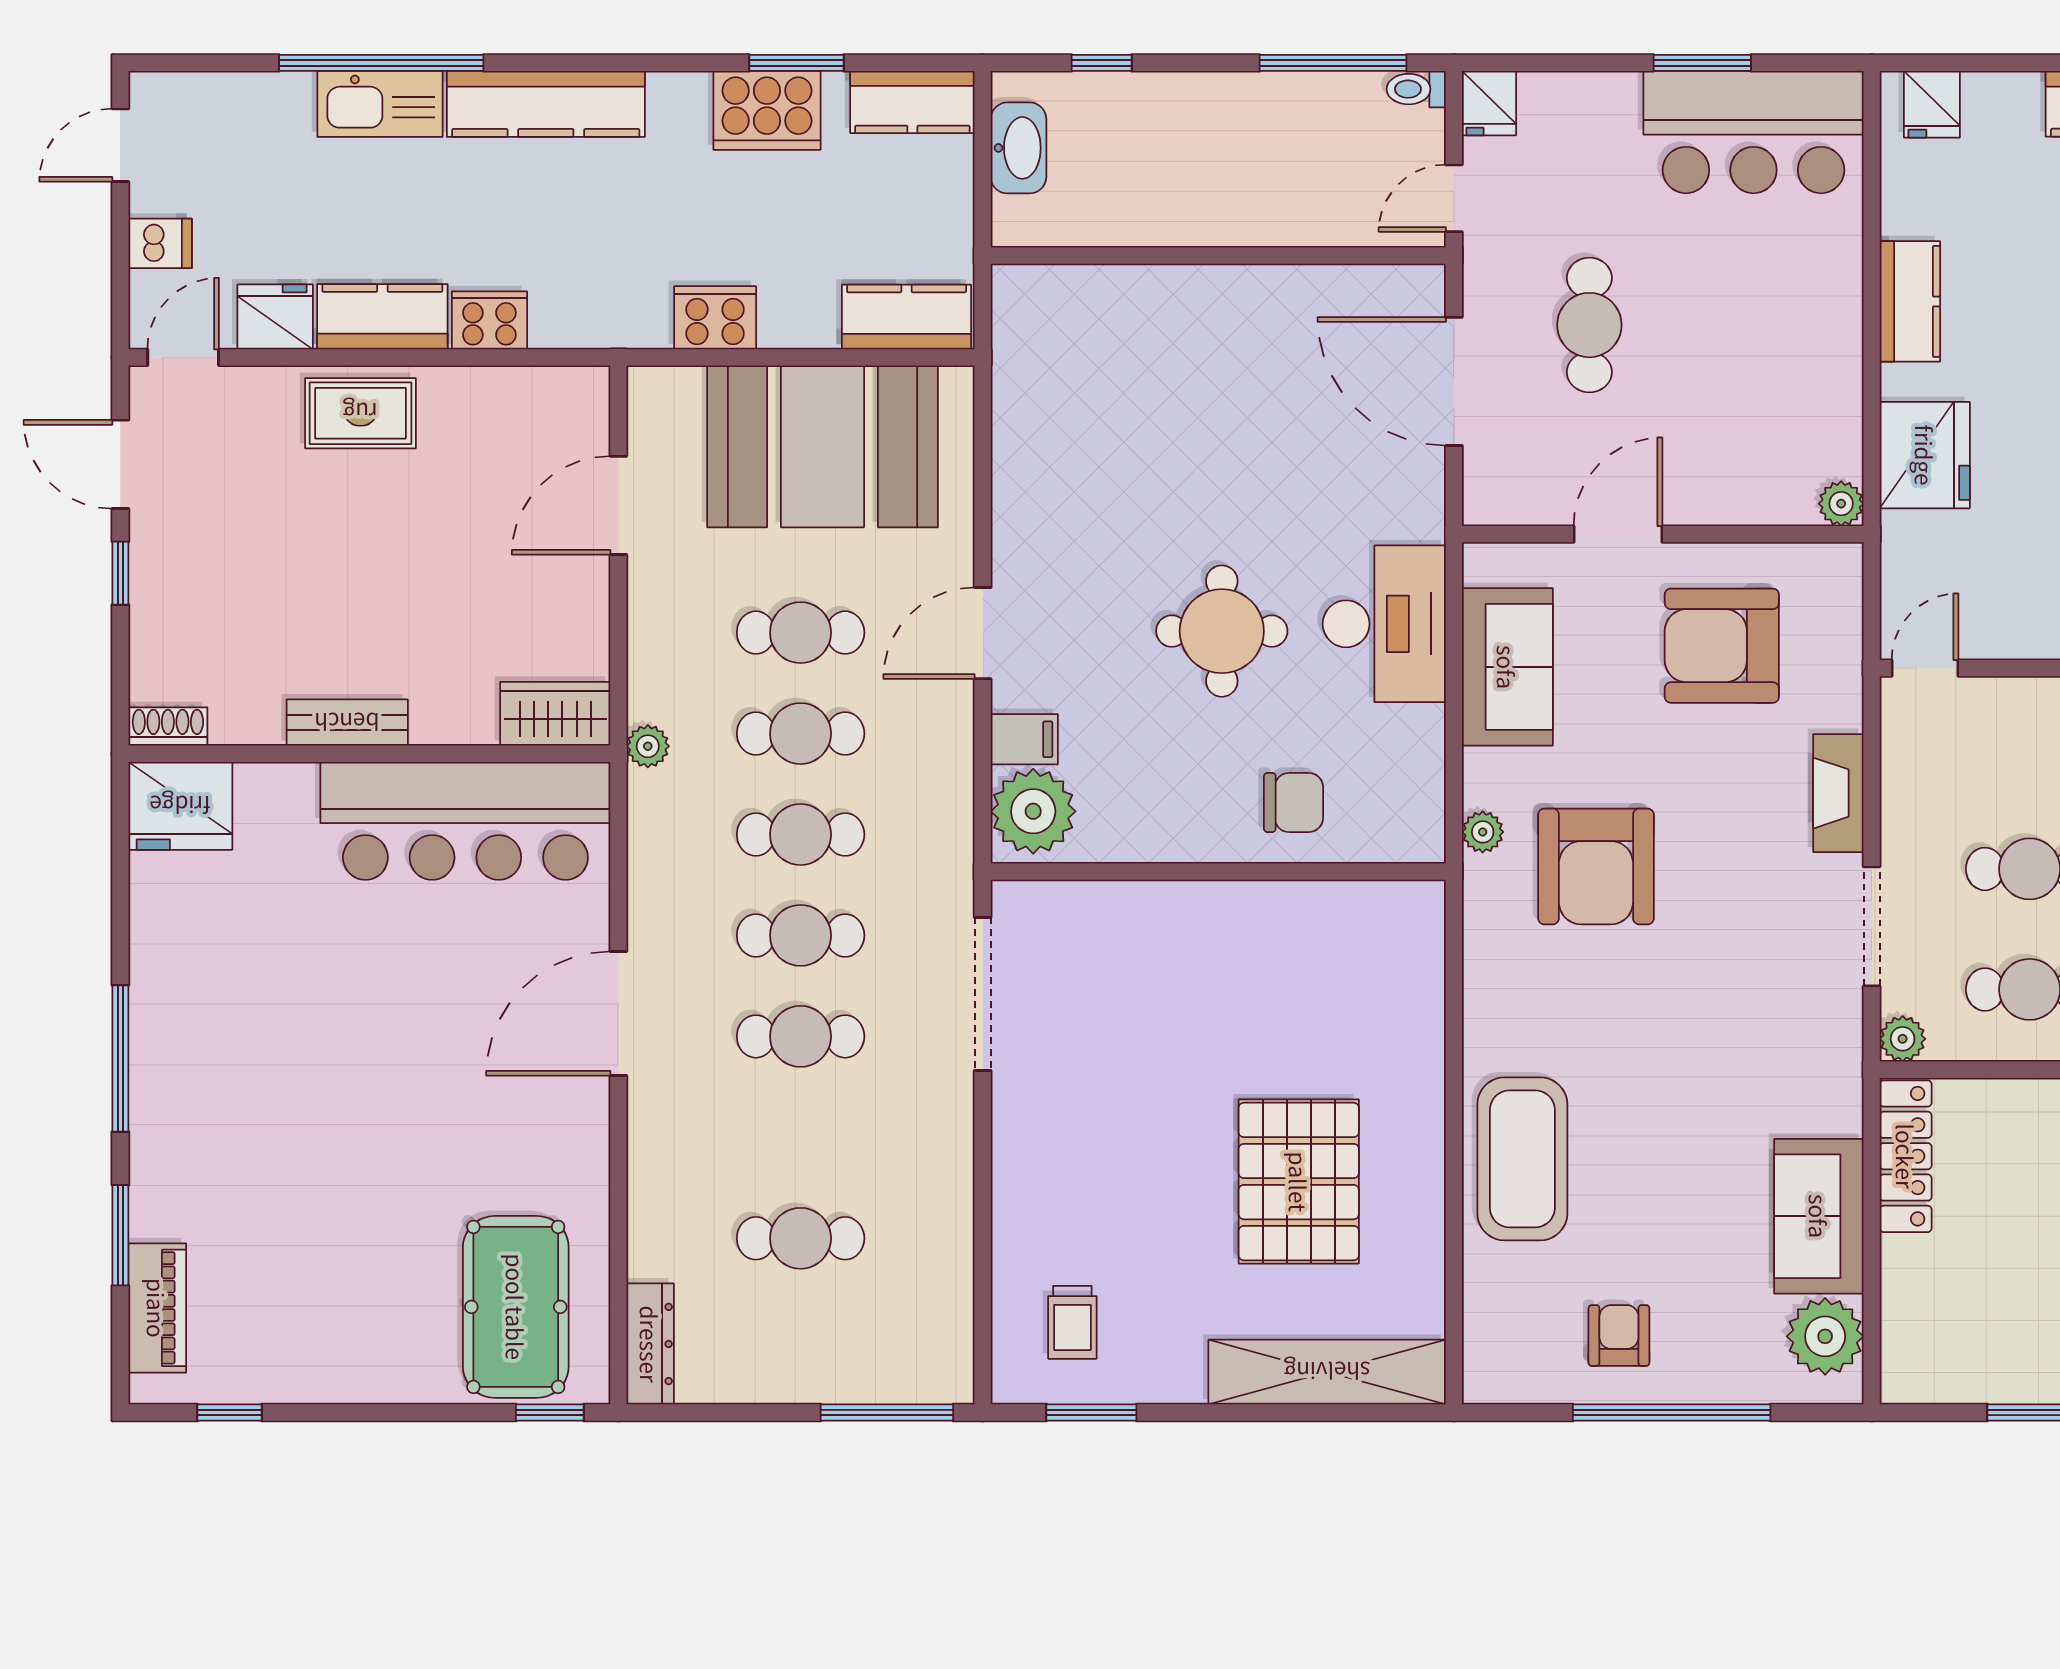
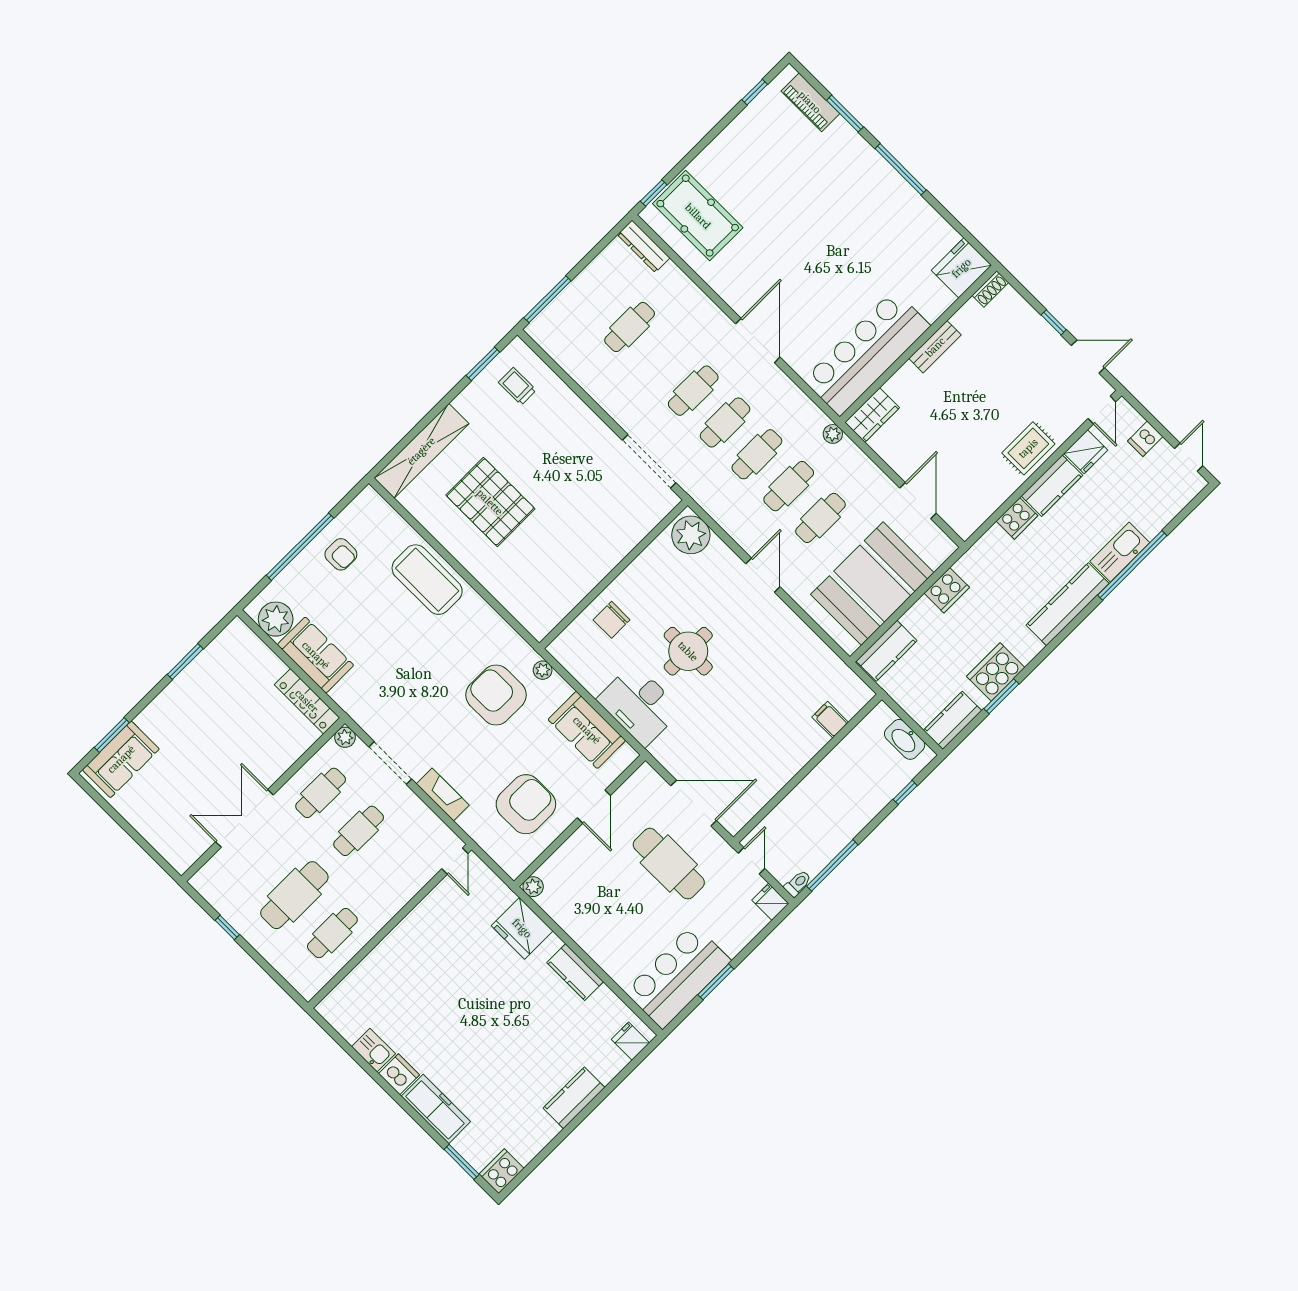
cafe table: (1589, 325) -> (669, 864), width x1.37, depth x1.35
filing cabinet: (1024, 739) -> (830, 720), moved, turned 90

